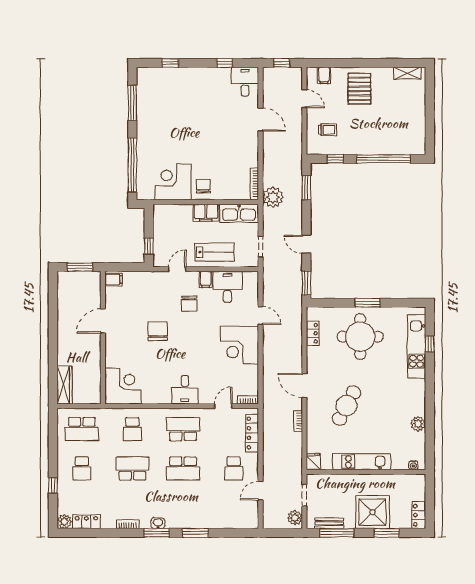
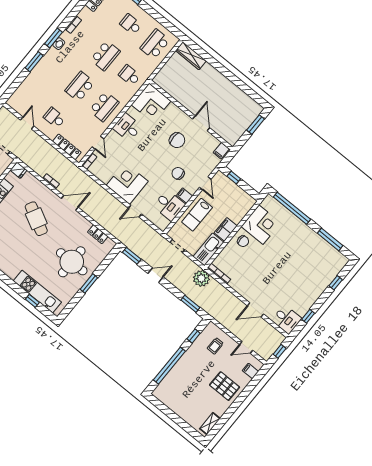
filing cabinet: (114, 280) -> (221, 151), moved
door: (103, 321) -> (201, 123), moved
wall: (103, 338) -> (191, 115), moved
corner desk: (123, 386) -> (151, 103), moved

